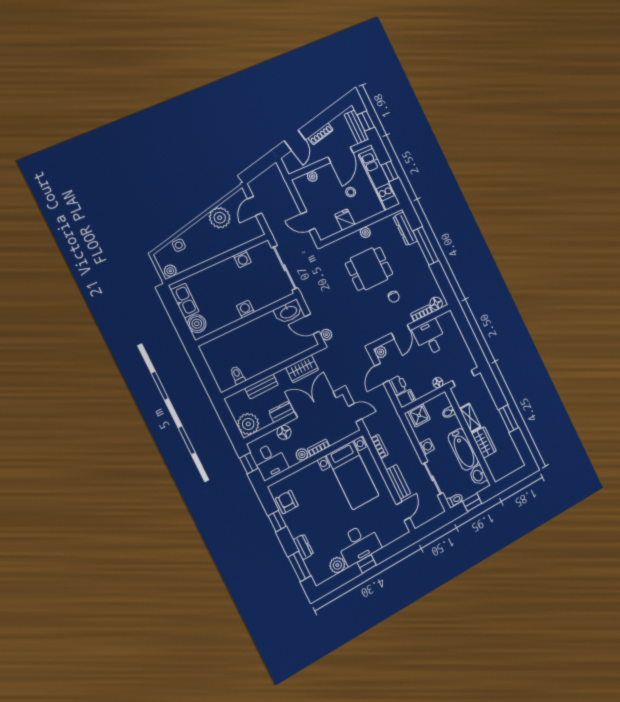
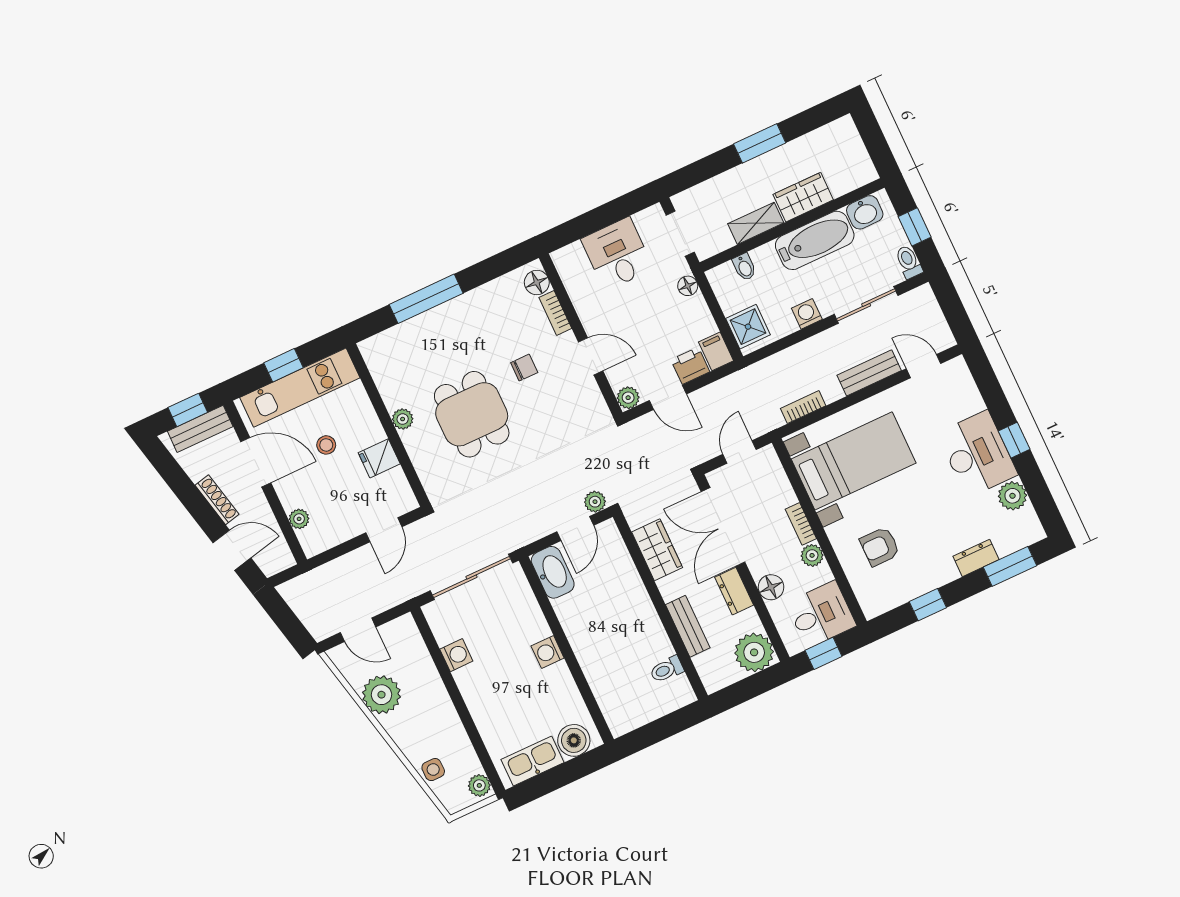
dresser: (405, 229) -> (394, 339), removed
desk: (430, 337) -> (617, 254), moved, turned 90
armchair: (287, 502) -> (880, 547), moved

